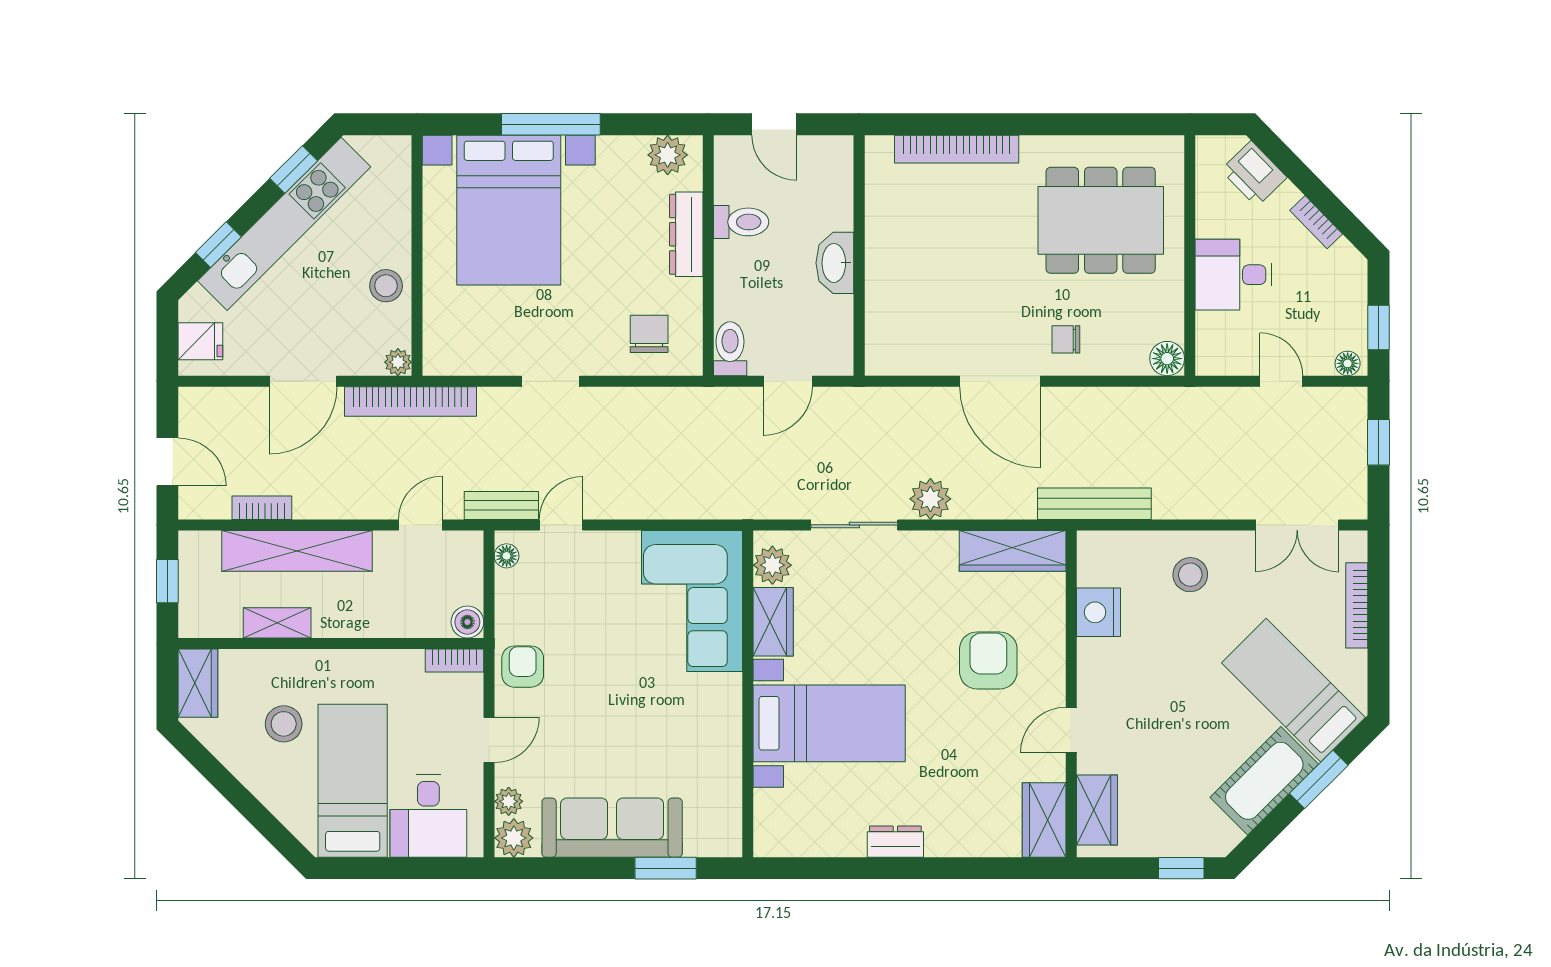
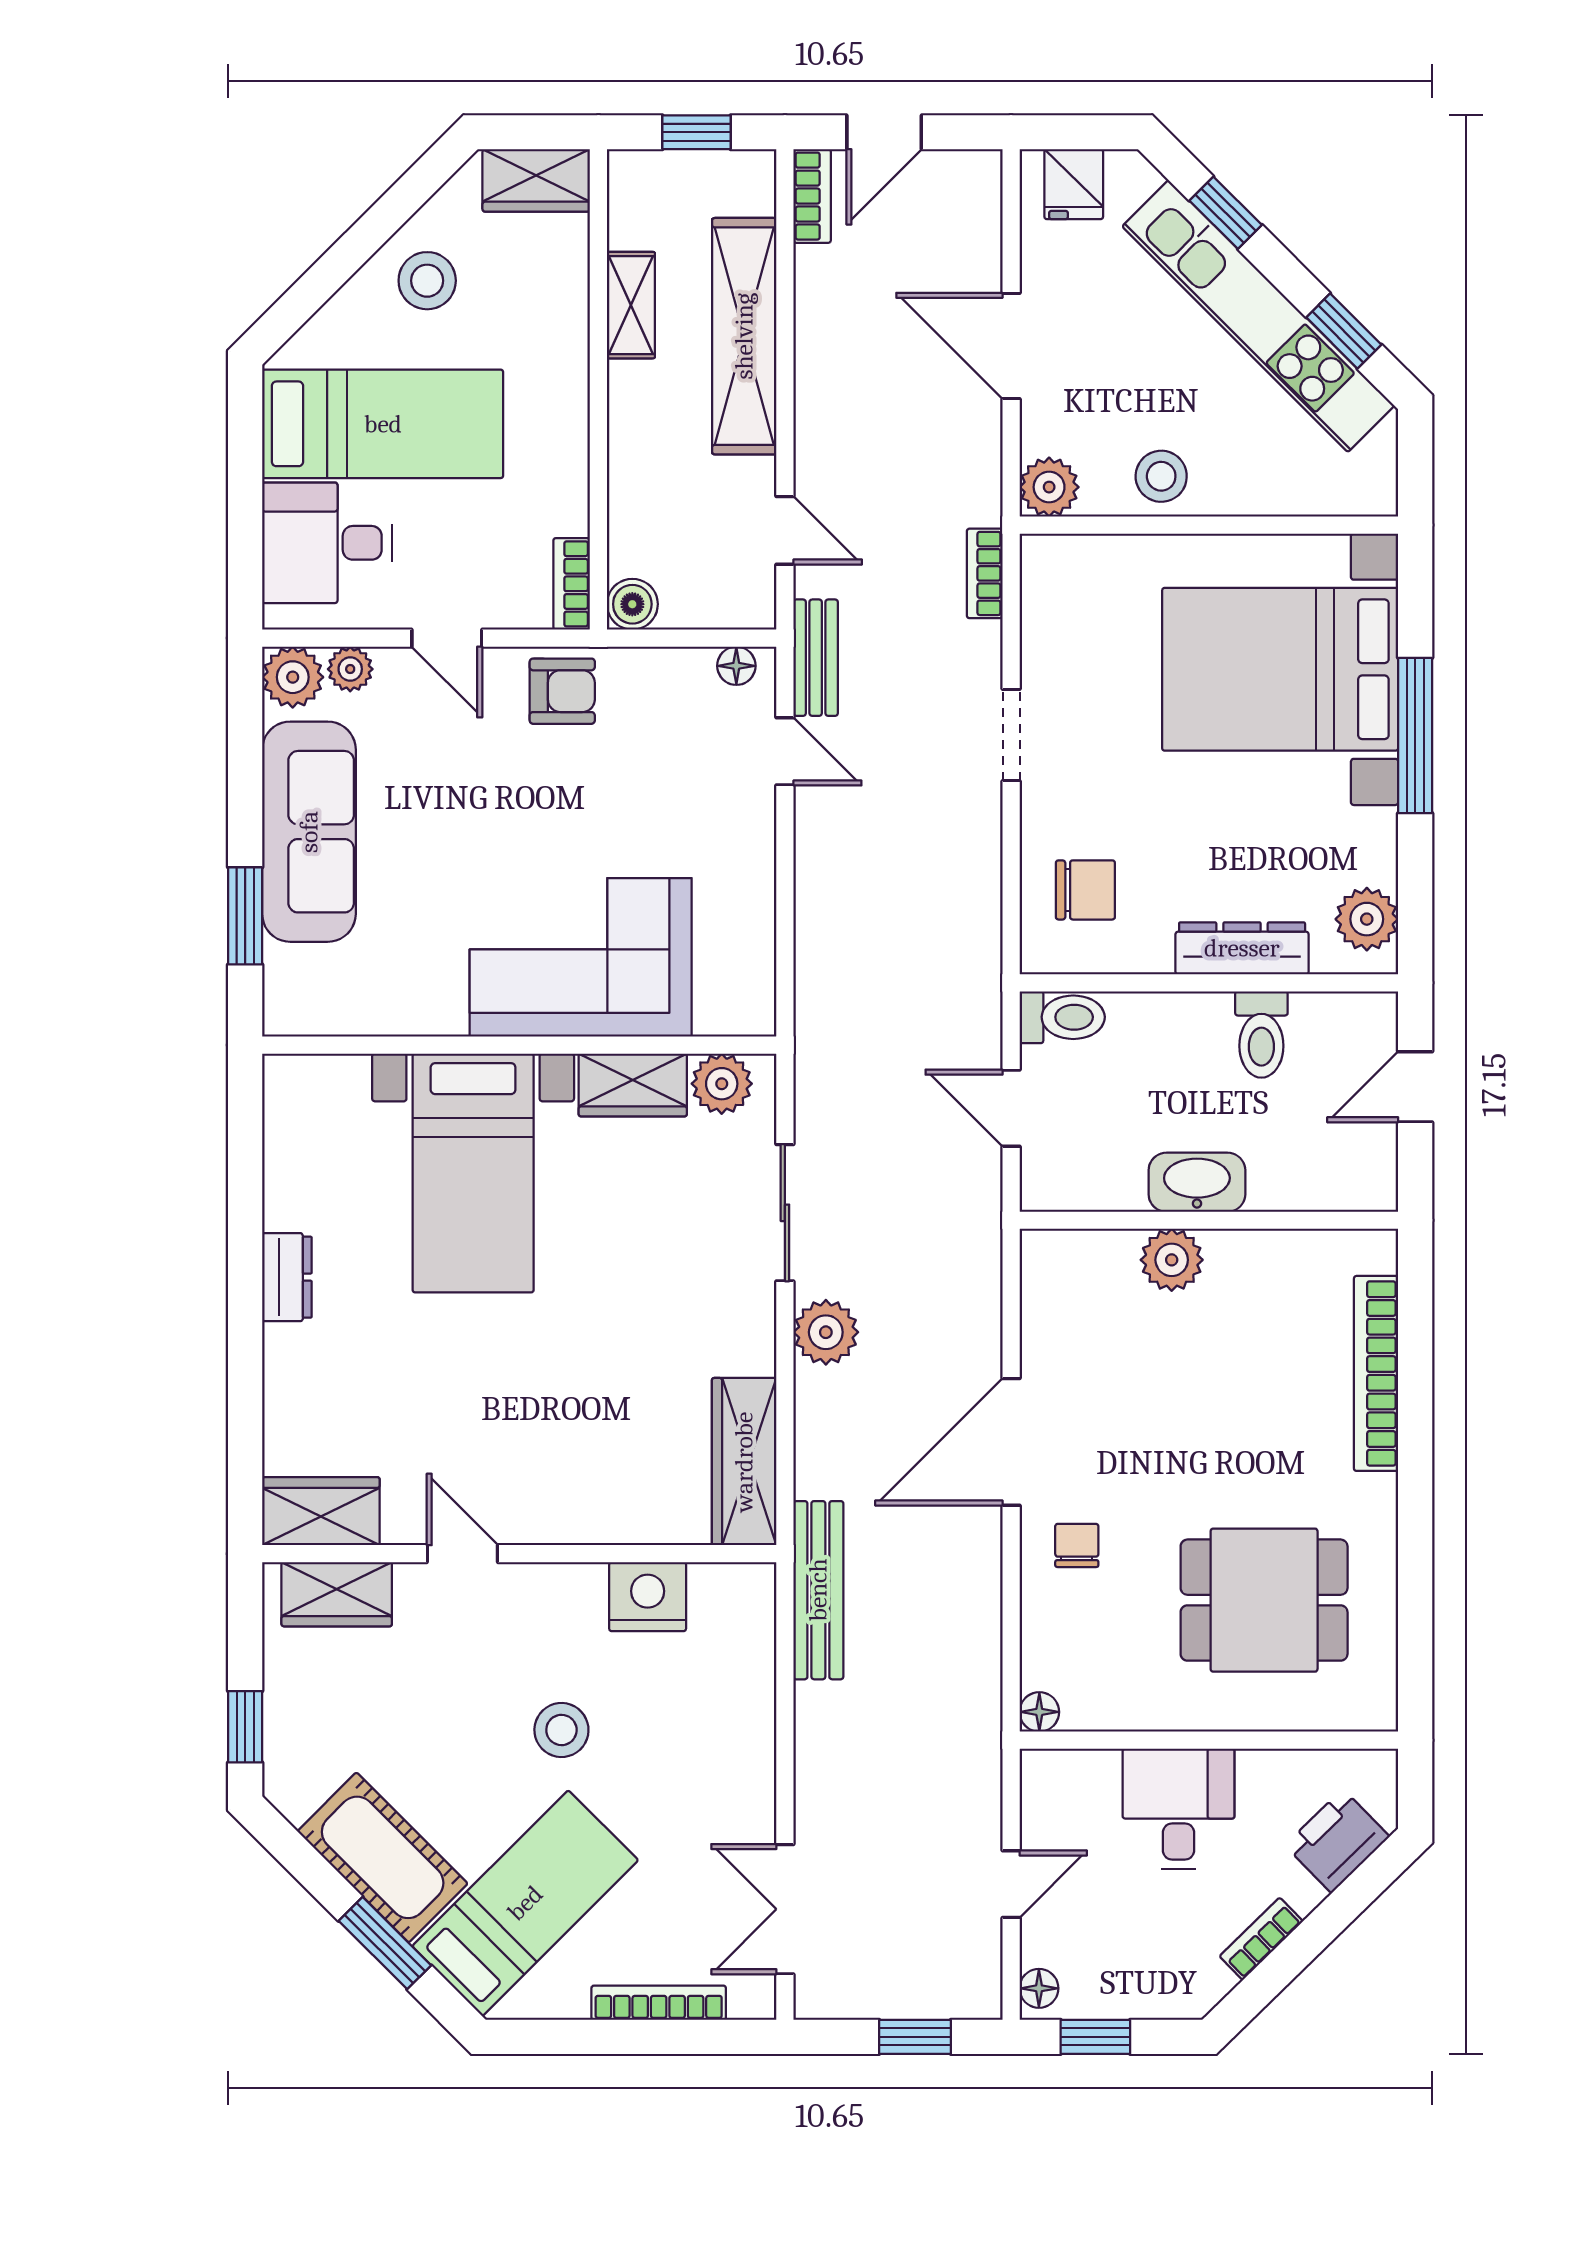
dining table: (1101, 220) -> (1264, 1600), width x0.73
plant: (884, 279) -> (1172, 1260), added
floor lamp: (1167, 359) -> (1039, 1712), width x0.73, depth x0.73
plant: (398, 362) -> (1049, 487), width x1.38, depth x1.38
bookcase: (410, 402) -> (985, 573), width x0.43, depth x0.76
bookcase: (262, 508) -> (812, 196), moved
stool: (1190, 575) -> (561, 1730), moved
corner sofa: (692, 601) -> (581, 957), moved
armchair: (988, 660) -> (572, 1423), removed
stool: (284, 724) -> (427, 281), moved

